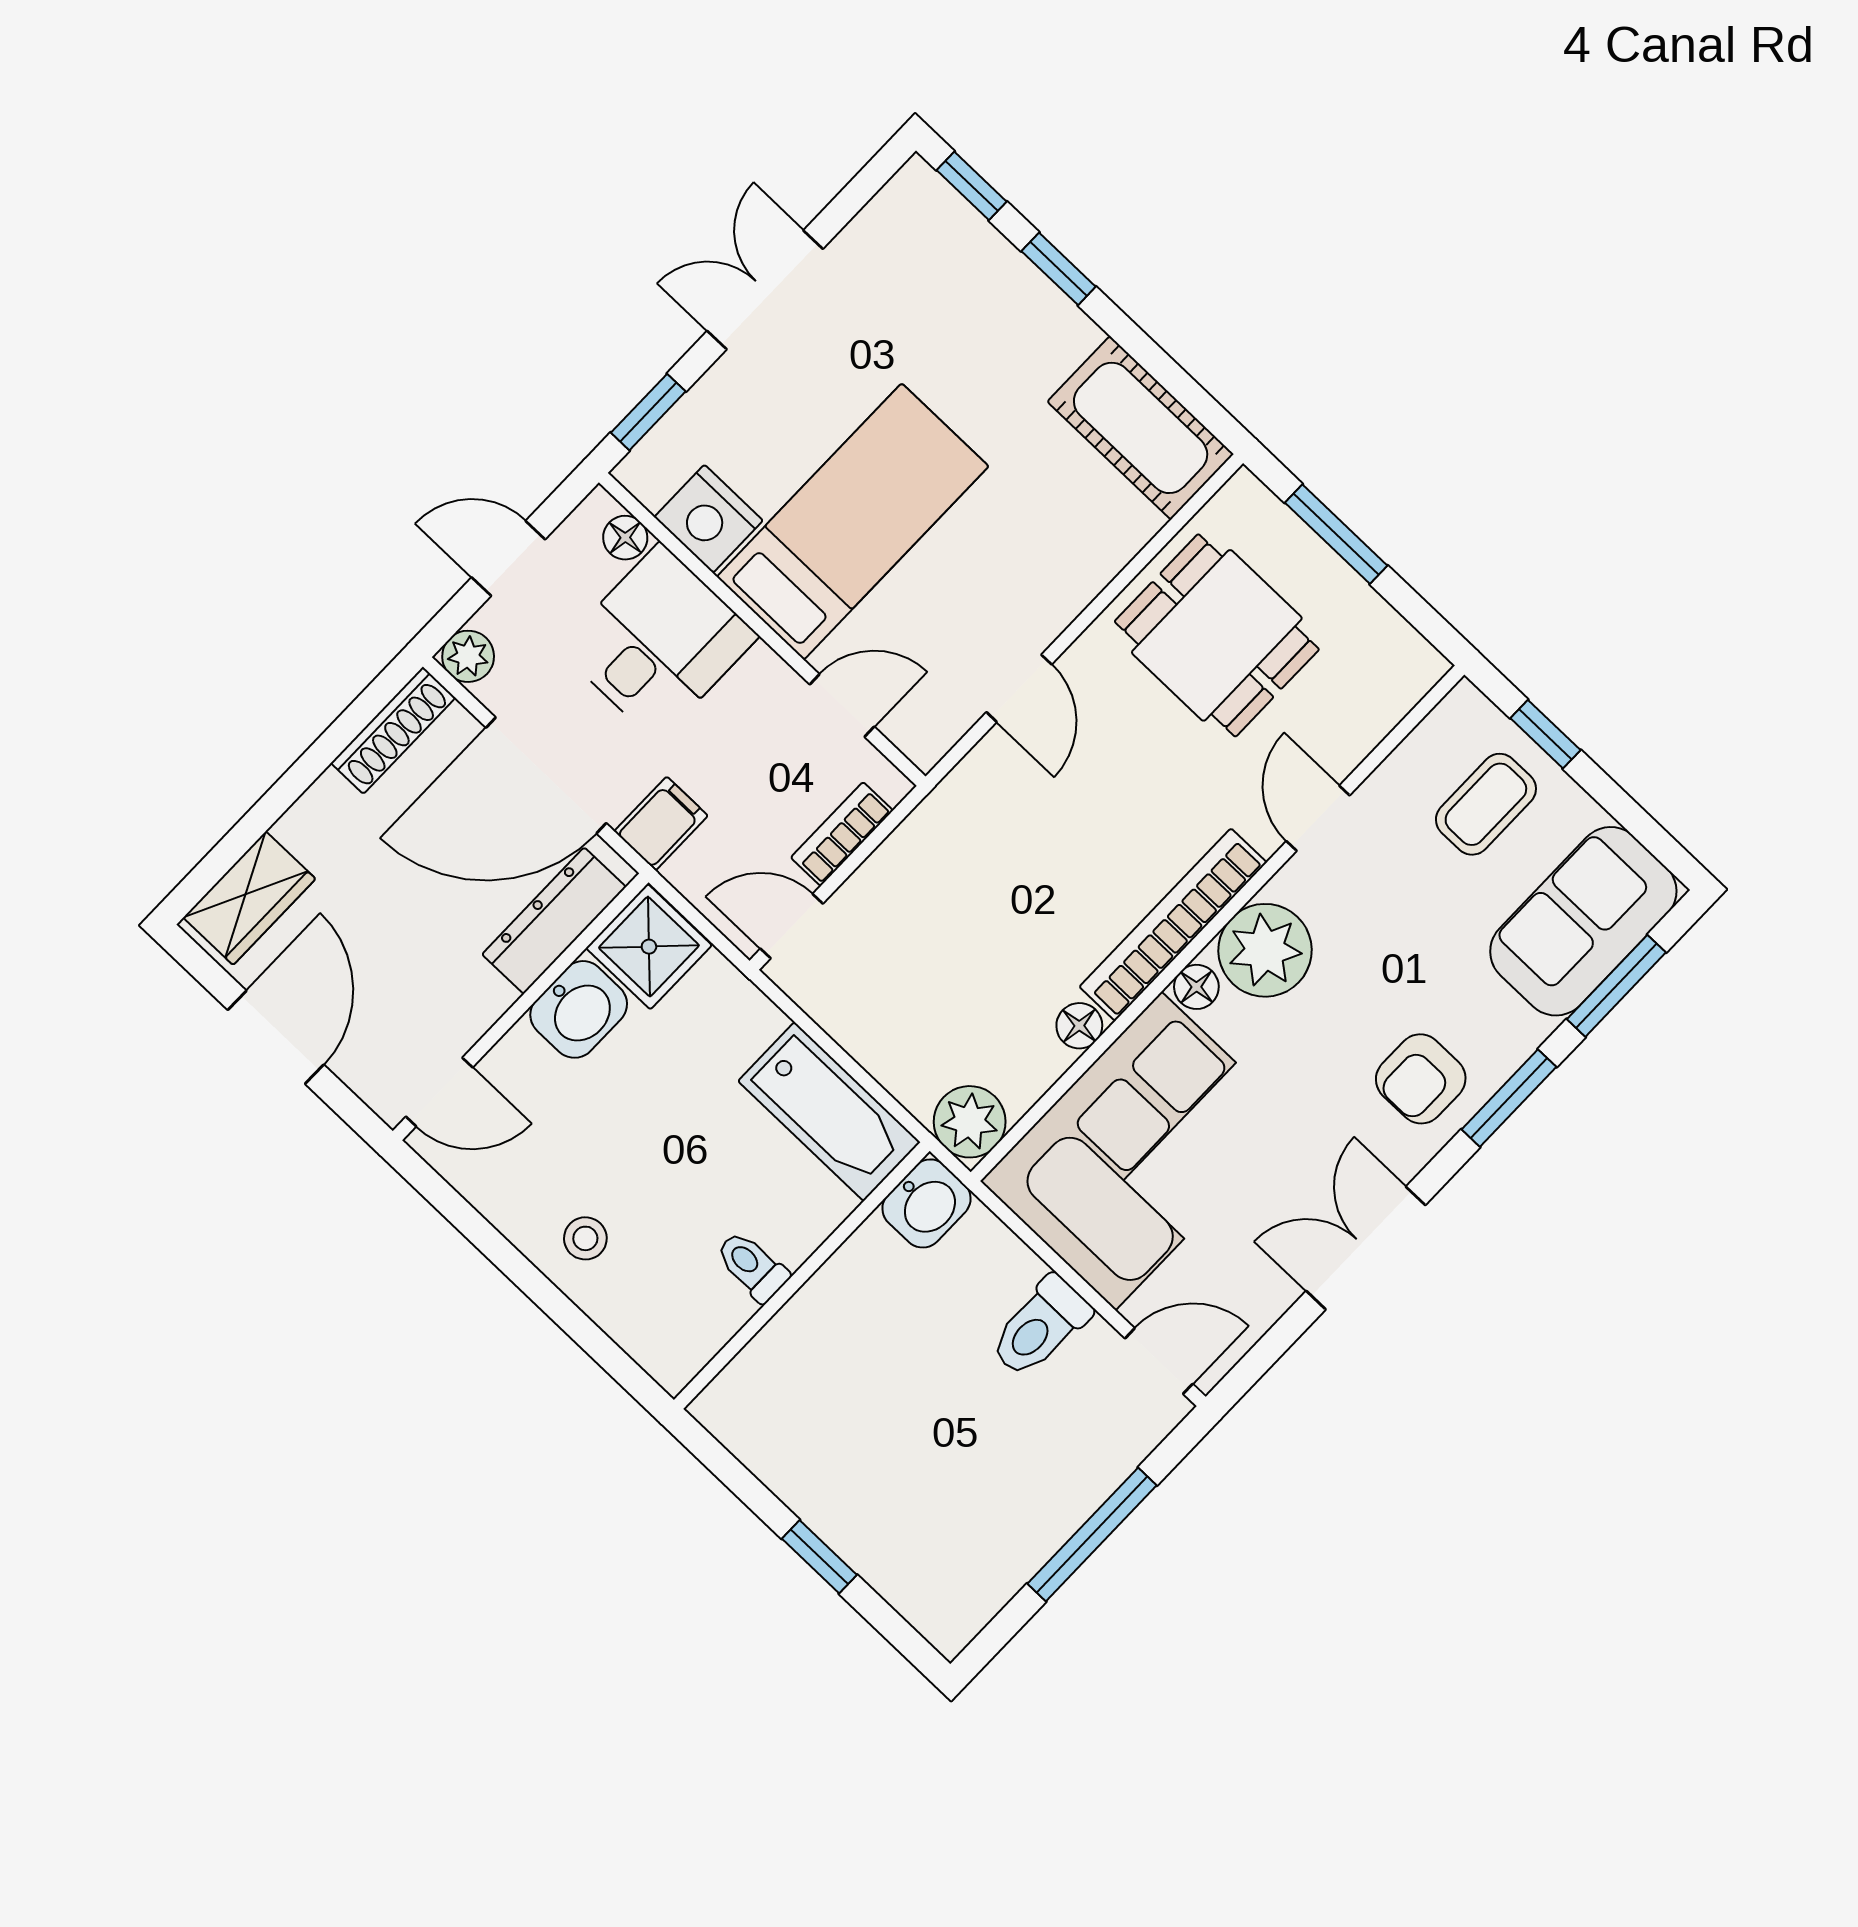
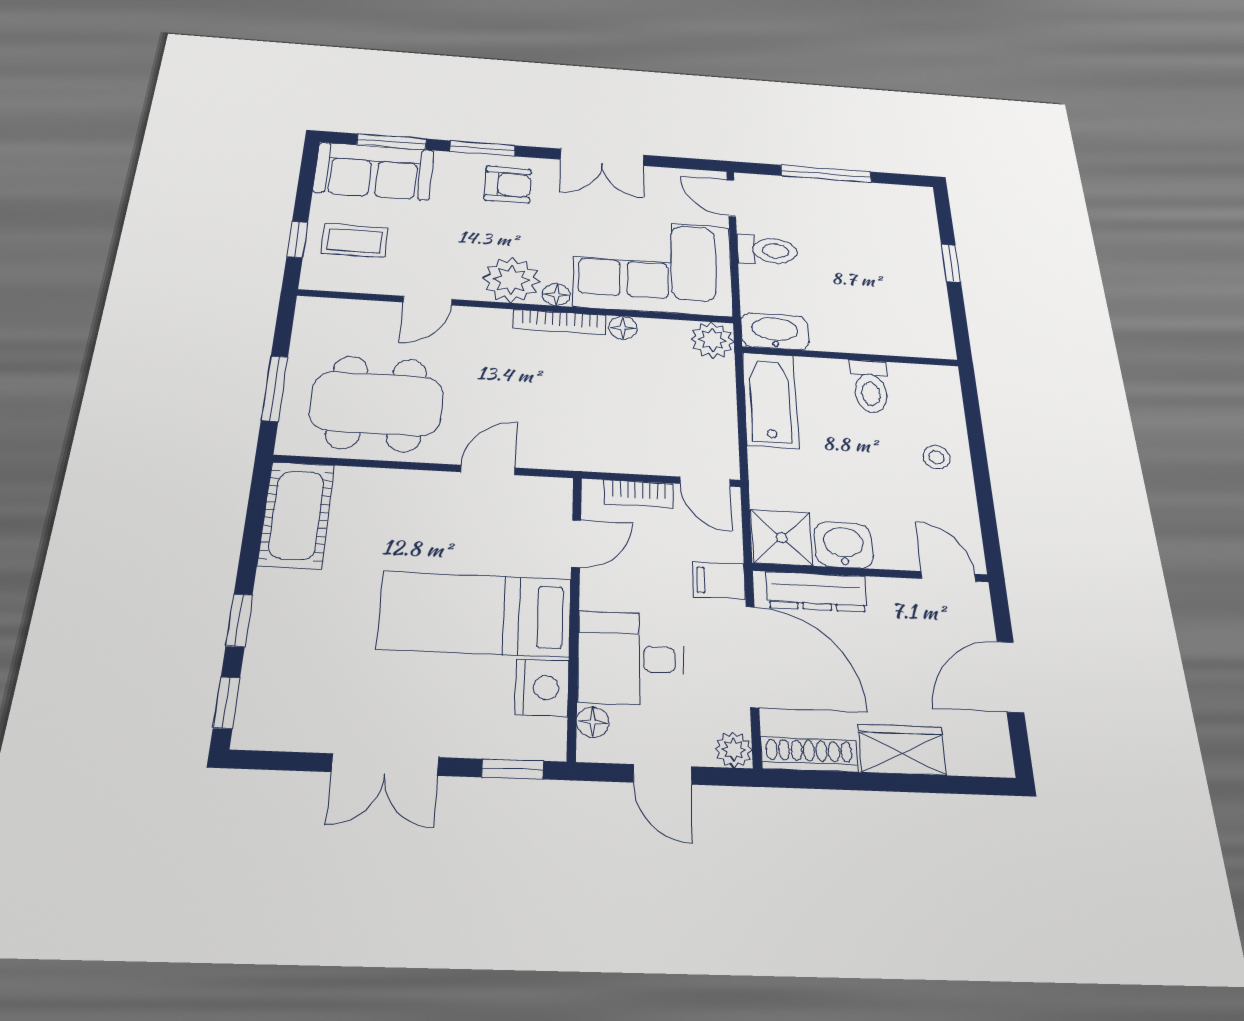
dining table: (1217, 635) -> (377, 403), width x1.38
door: (842, 705) -> (576, 544), swing flipped
wardrobe: (249, 898) -> (902, 750), moved
bookcase: (1173, 925) -> (560, 322), width x0.68, depth x0.76
washbasin: (926, 1203) -> (775, 331), width x1.38
toilet: (752, 1266) -> (870, 386), width x1.37, depth x1.39

